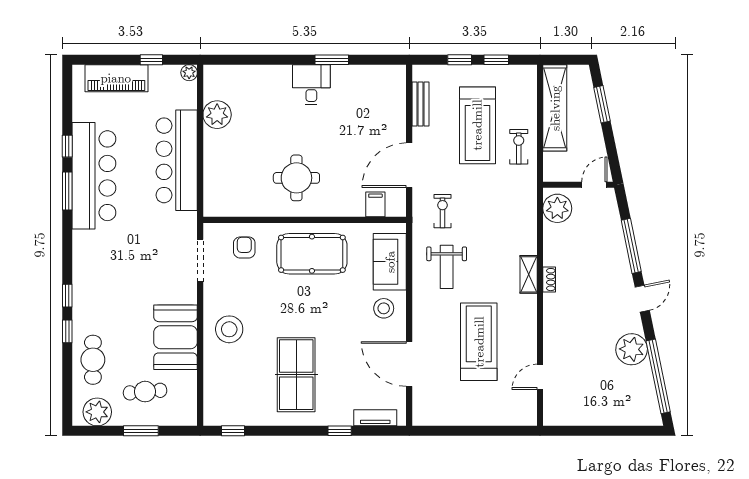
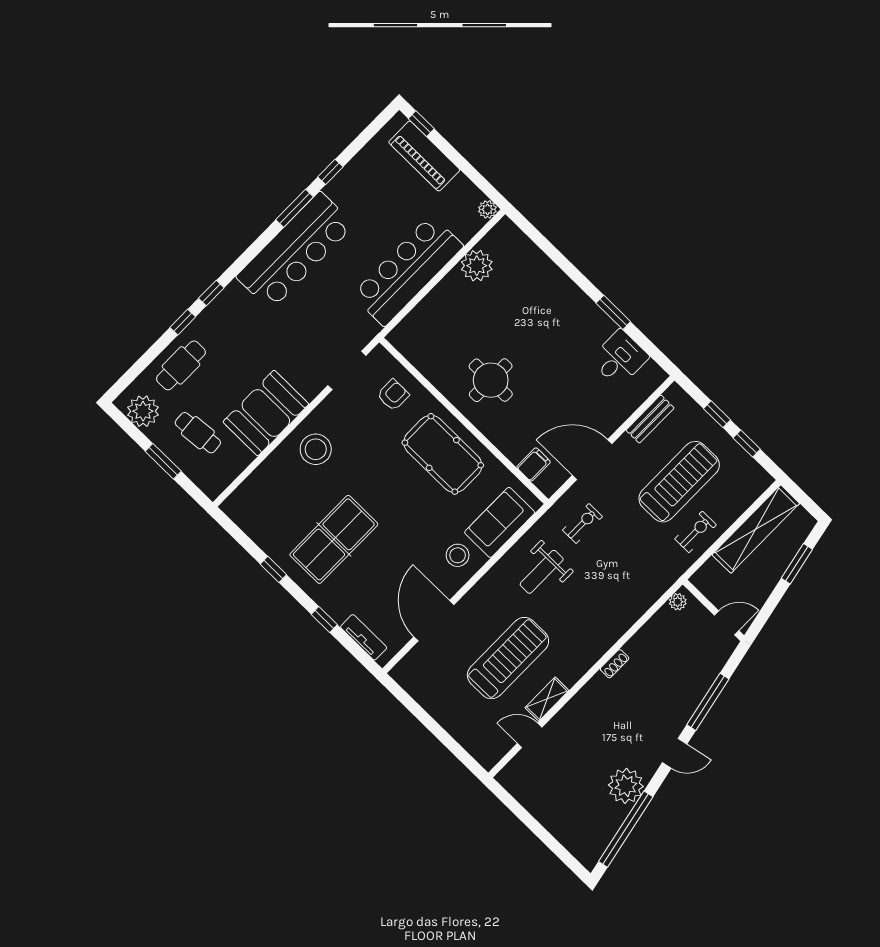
window: (151, 60) -> (421, 124), moved
desk: (311, 85) -> (619, 358), moved
treadmill: (477, 125) -> (679, 482), turned 180
bar counter: (94, 176) -> (295, 251), moved
plant: (557, 208) -> (678, 602), width x0.53, depth x0.53
shelving: (529, 274) -> (547, 699), moved
window: (233, 431) -> (273, 569), moved

